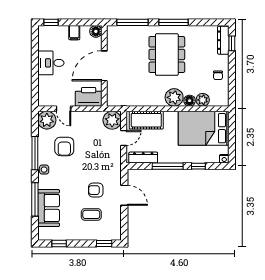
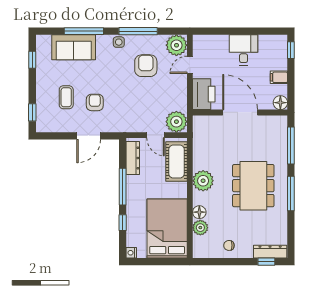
dining table: (167, 55) -> (253, 186), turned 90
plant: (174, 97) -> (203, 181), moved
armchair: (64, 146) -> (146, 66), turned 90

